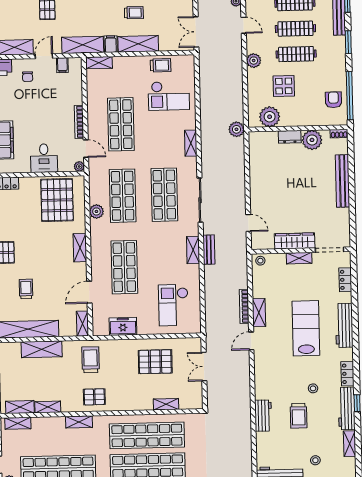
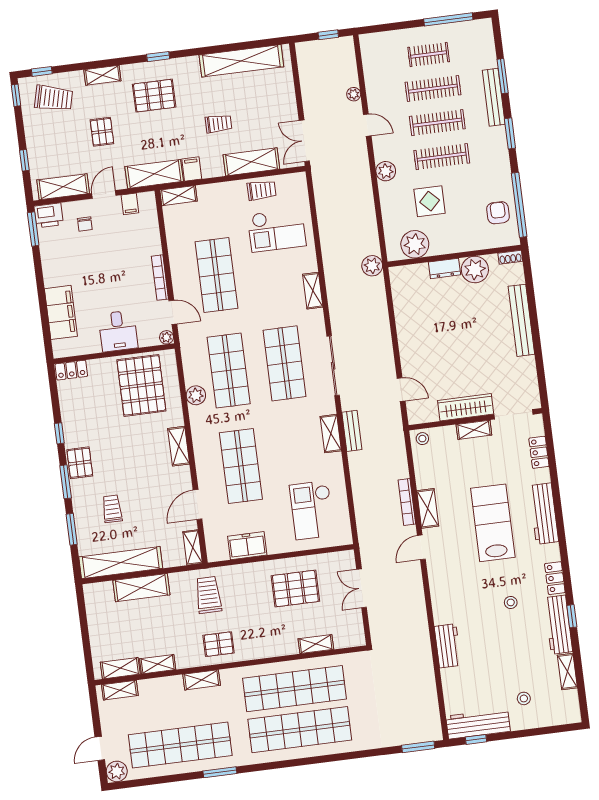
shelving: (138, 44) -> (251, 162), moved
trolley: (299, 416) -> (495, 641), removed

